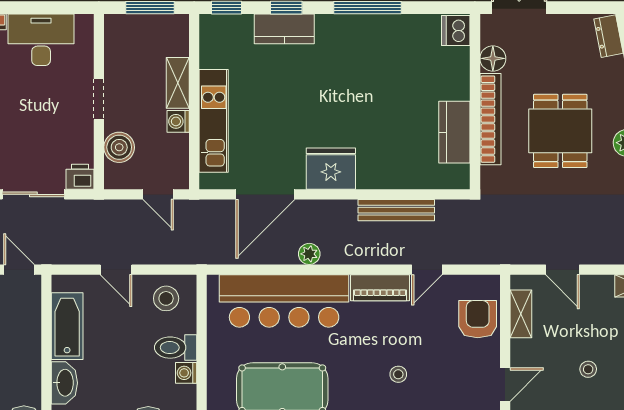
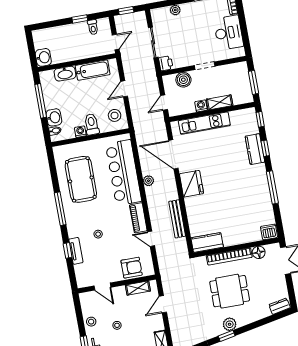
kitchen counter: (454, 132) -> (207, 242), moved

